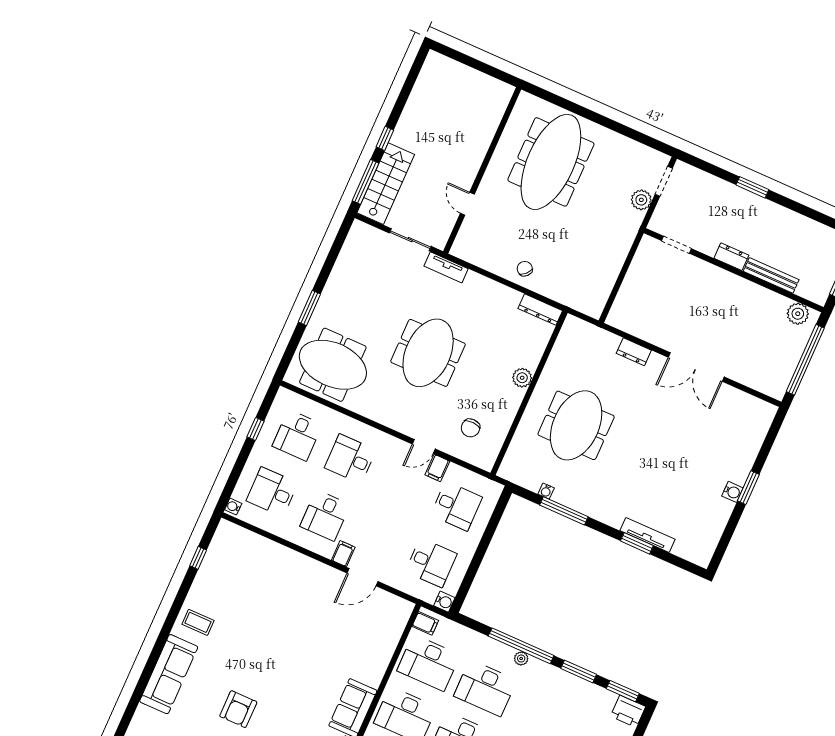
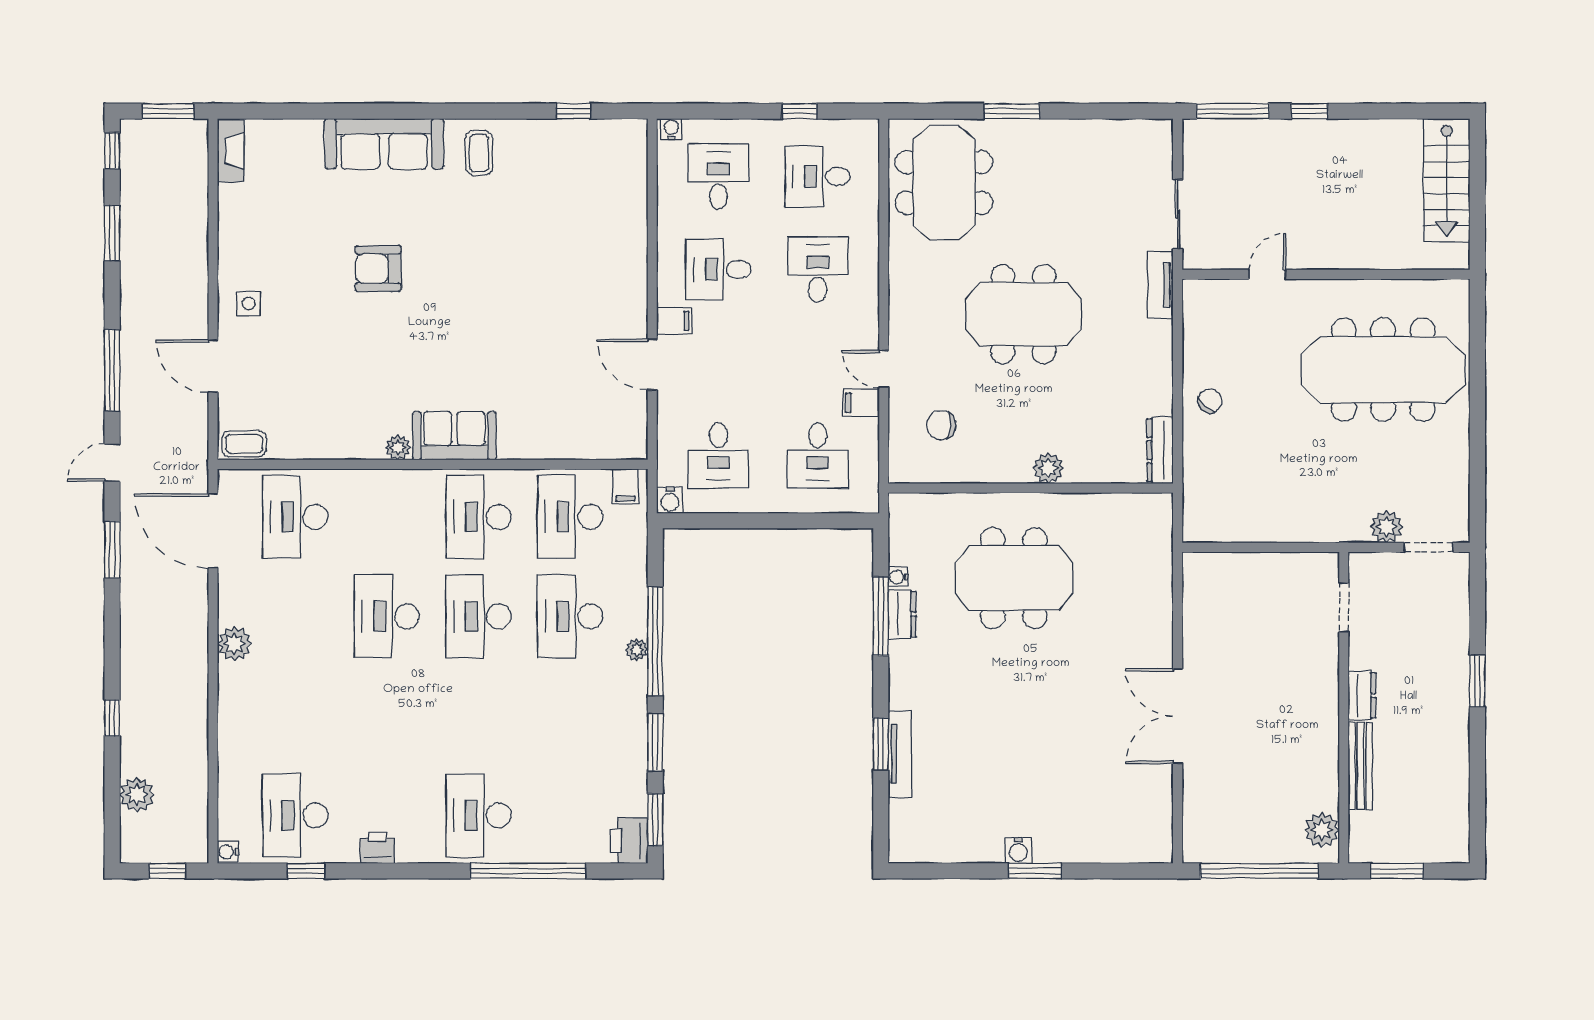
stairs: (386, 184) -> (1447, 180), moved, turned 90
dresser: (634, 352) -> (902, 614), moved, turned 180

